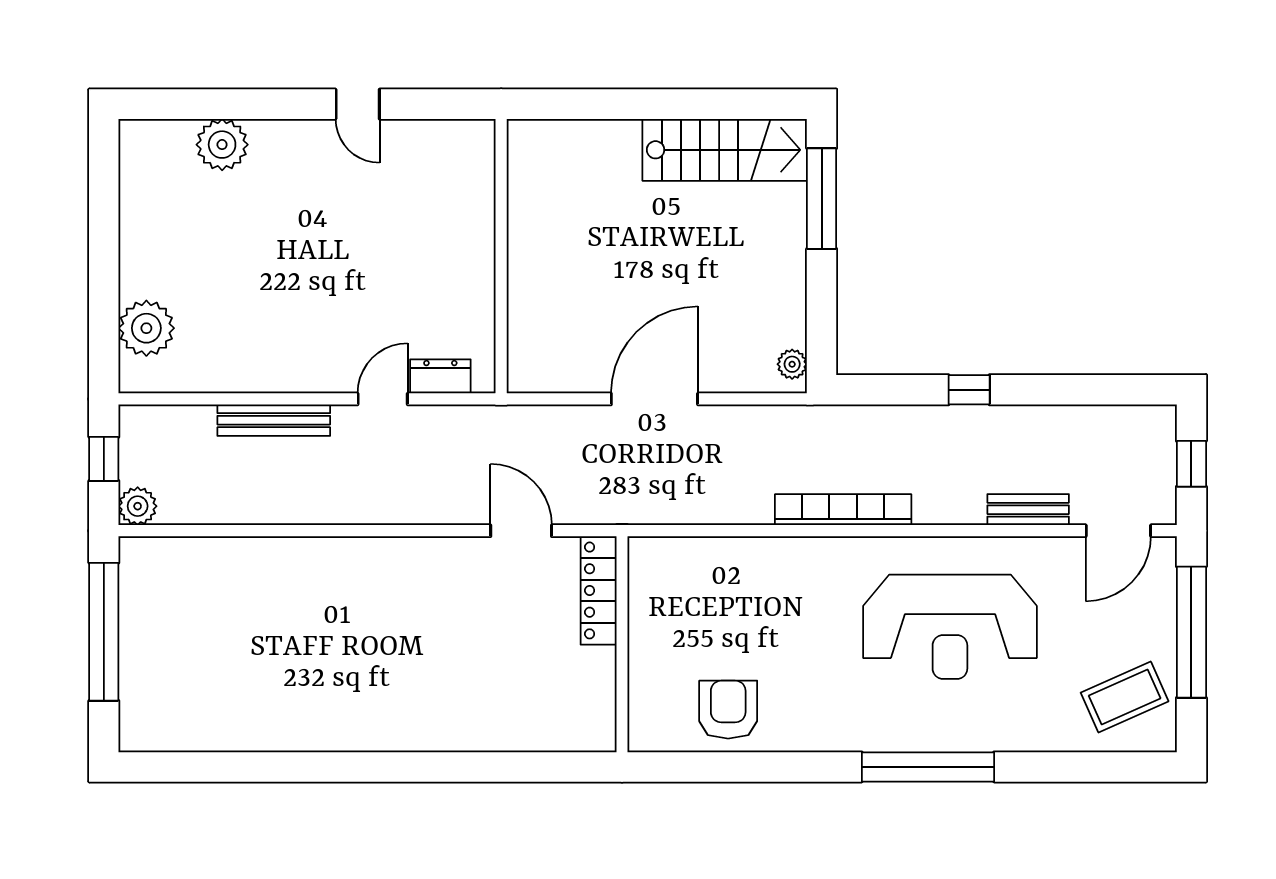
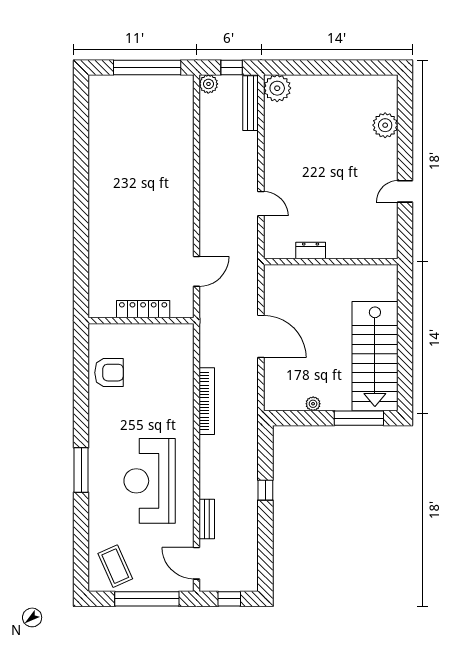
stairs: (725, 150) -> (375, 356), width x1.36, depth x1.51
plant: (146, 328) -> (277, 88), moved
plant: (792, 364) -> (313, 404), moved
dresser: (440, 376) -> (311, 251), moved, turned -90
bench: (274, 420) -> (250, 103), moved
bookcase: (843, 510) -> (207, 401), moved
locker: (599, 590) -> (143, 309), moved
window: (928, 767) -> (81, 470), width x0.68

